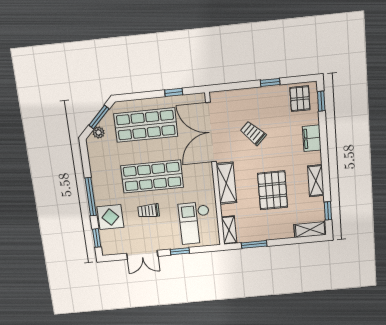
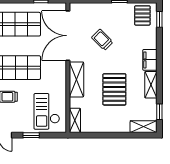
filing cabinet: (312, 138) -> (150, 60), moved
window: (254, 244) -> (95, 135), removed

